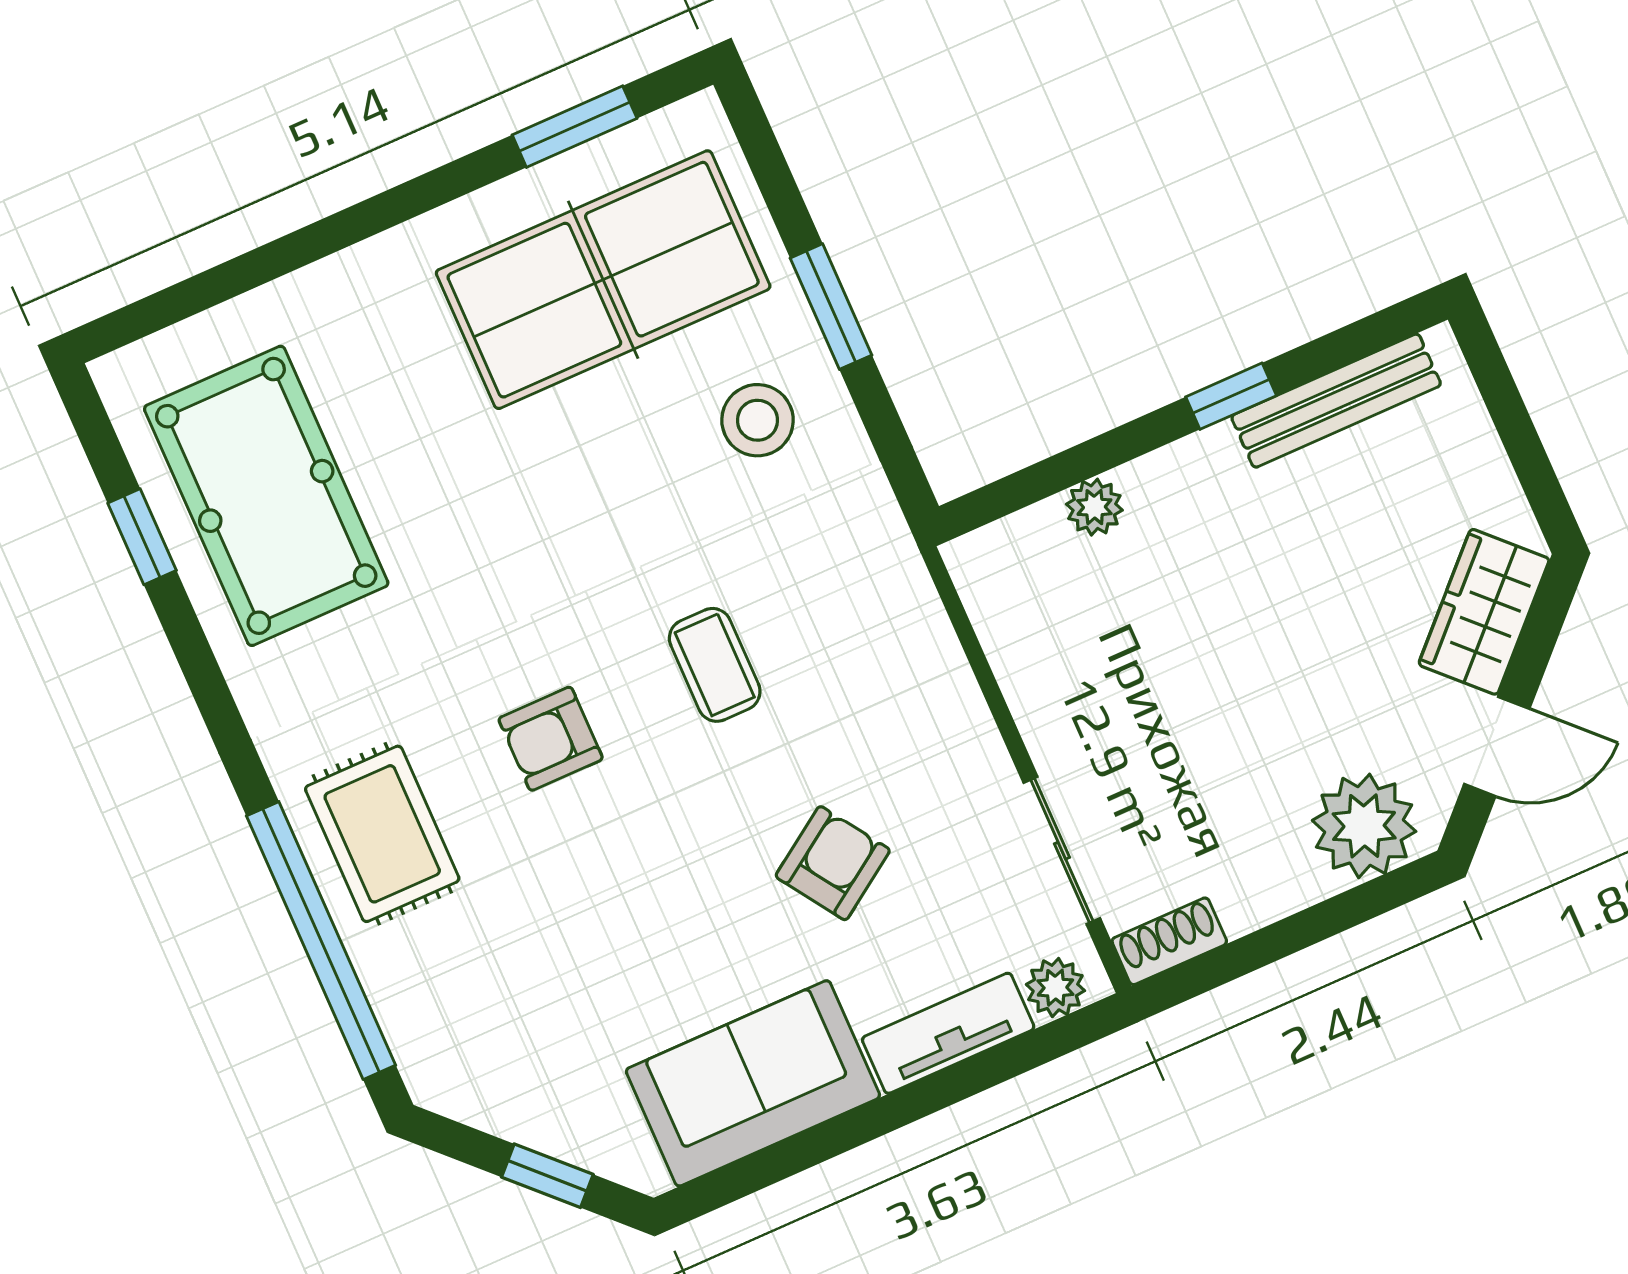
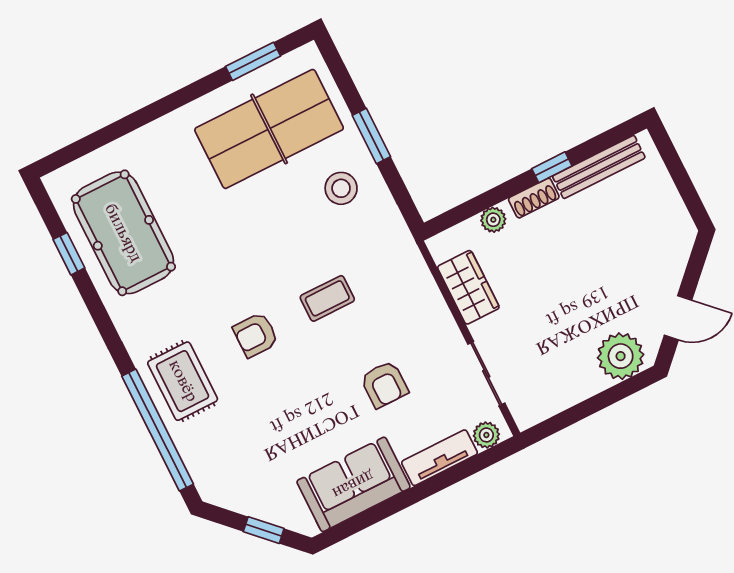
wardrobe: (1484, 612) -> (468, 287), moved, turned 135
coffee table: (715, 665) -> (327, 298), turned 90
armchair: (833, 863) -> (384, 384), turned 124
shoe rack: (1169, 941) -> (534, 198), moved, turned 180

